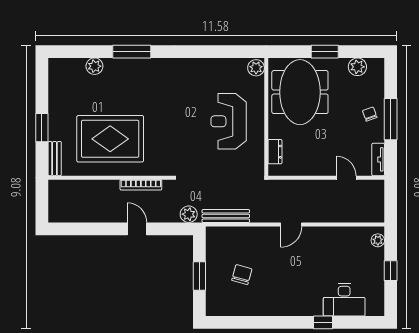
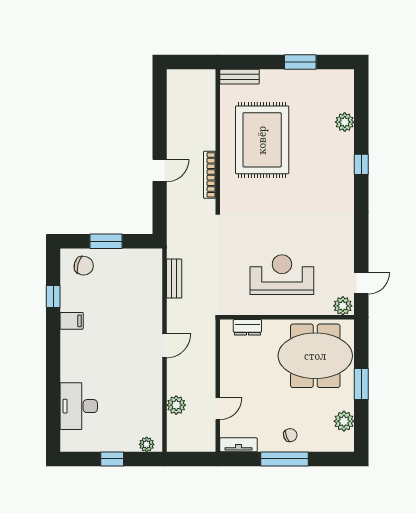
window: (132, 52) -> (361, 164), width x0.46
door: (236, 52) -> (361, 283), added
window: (42, 128) -> (300, 62), moved
plant: (189, 214) -> (176, 405), moved
bench: (226, 216) -> (174, 279), width x0.73
door: (291, 224) -> (165, 346), swing flipped
chair: (242, 275) -> (84, 266), moved
filing cabinet: (269, 306) -> (72, 321), added
window: (323, 322) -> (53, 297), moved

